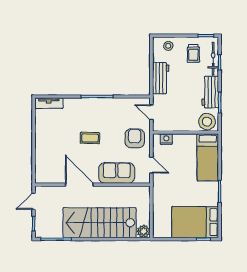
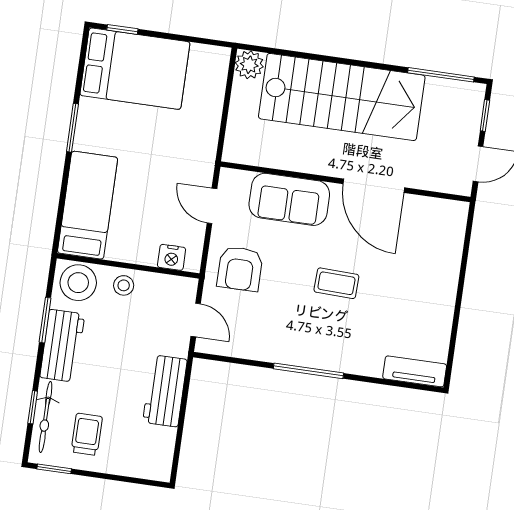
stool: (168, 46) -> (124, 285), moved

